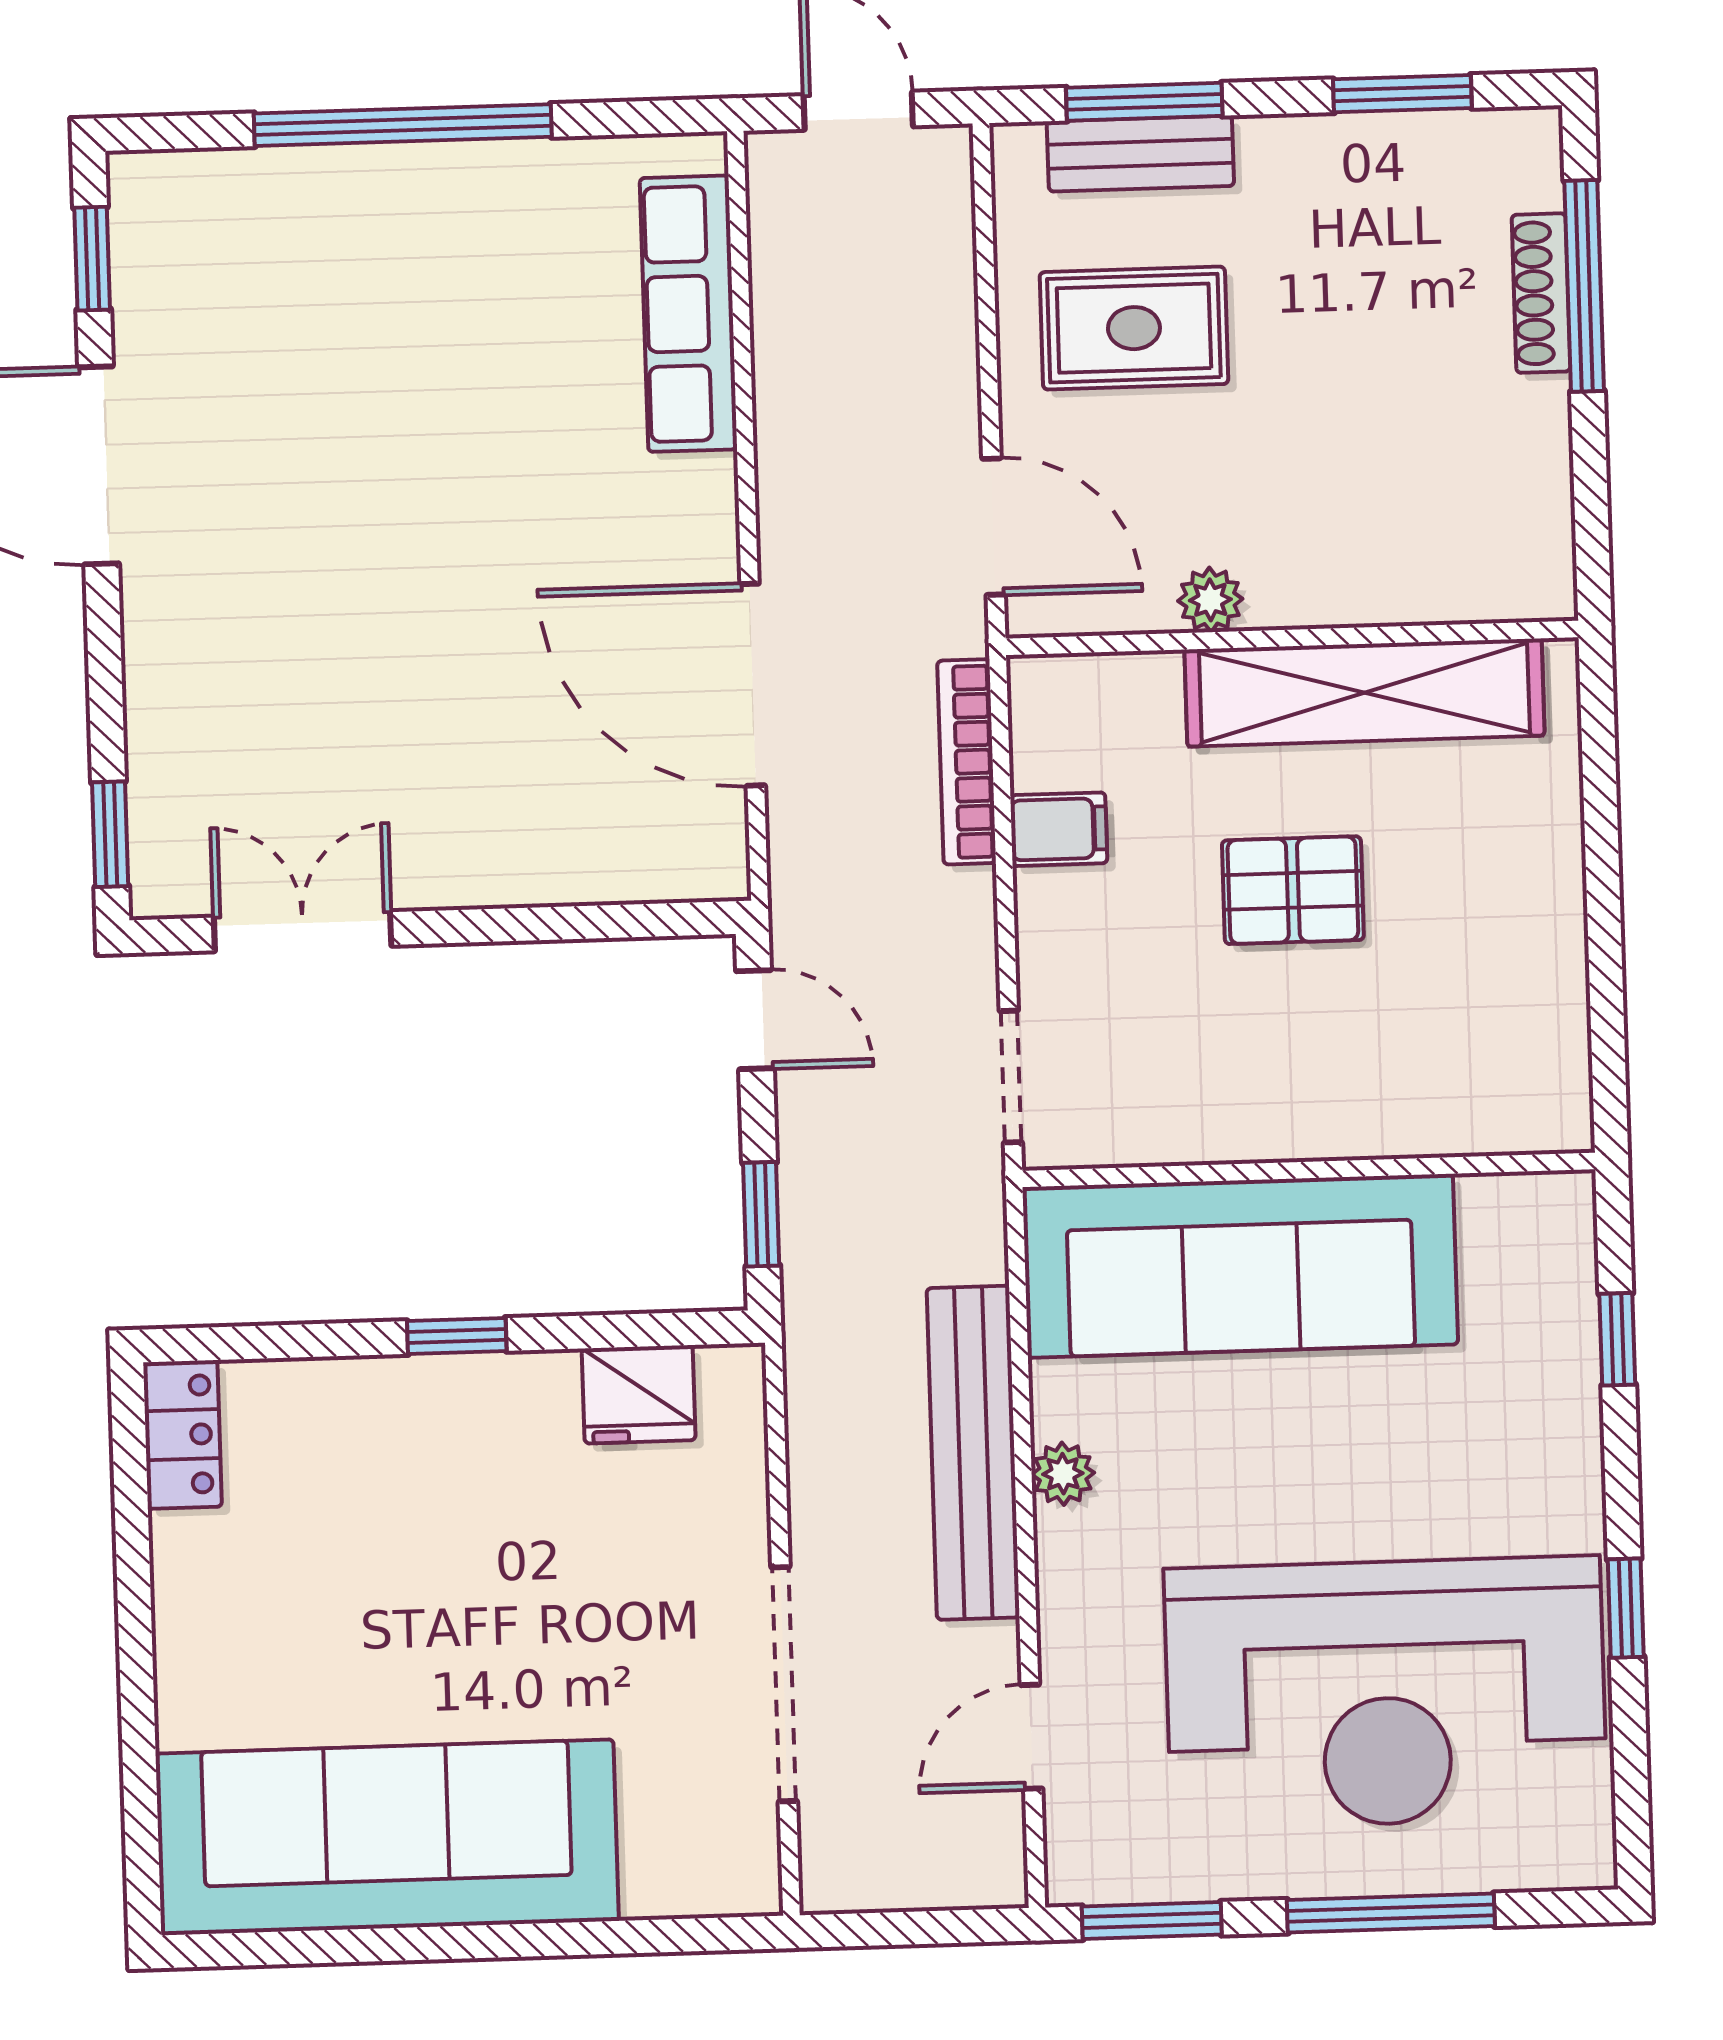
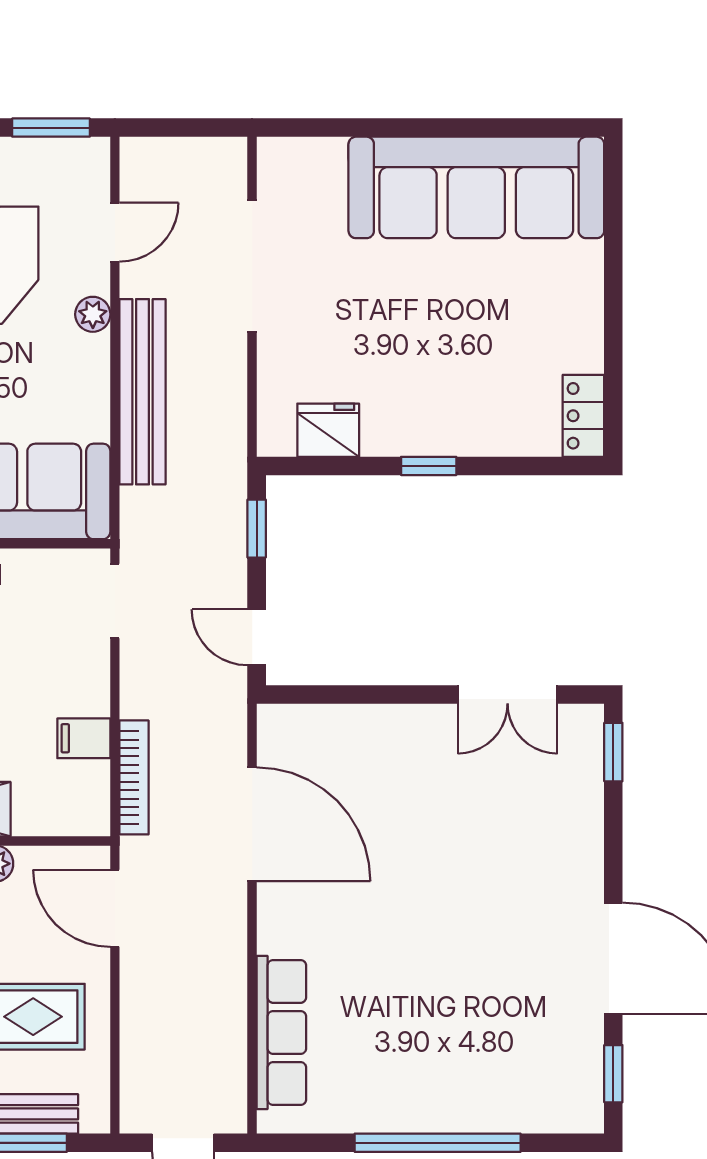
plant: (1063, 1474) -> (93, 314), moved

